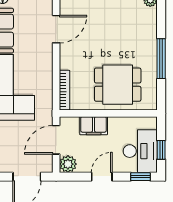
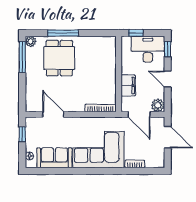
window: (161, 59) -> (63, 33), moved
dining table: (118, 85) -> (59, 58), moved
window: (161, 150) -> (136, 33), moved

